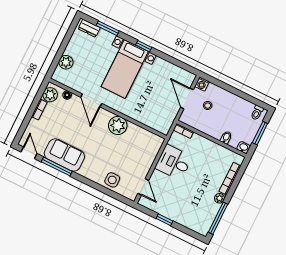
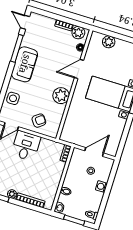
washing machine: (202, 84) -> (101, 187), moved
door: (29, 153) -> (25, 22), swing flipped
sofa: (64, 155) -> (25, 64), moved
armchair: (142, 155) -> (39, 121), added
desk: (174, 162) -> (26, 146), moved

